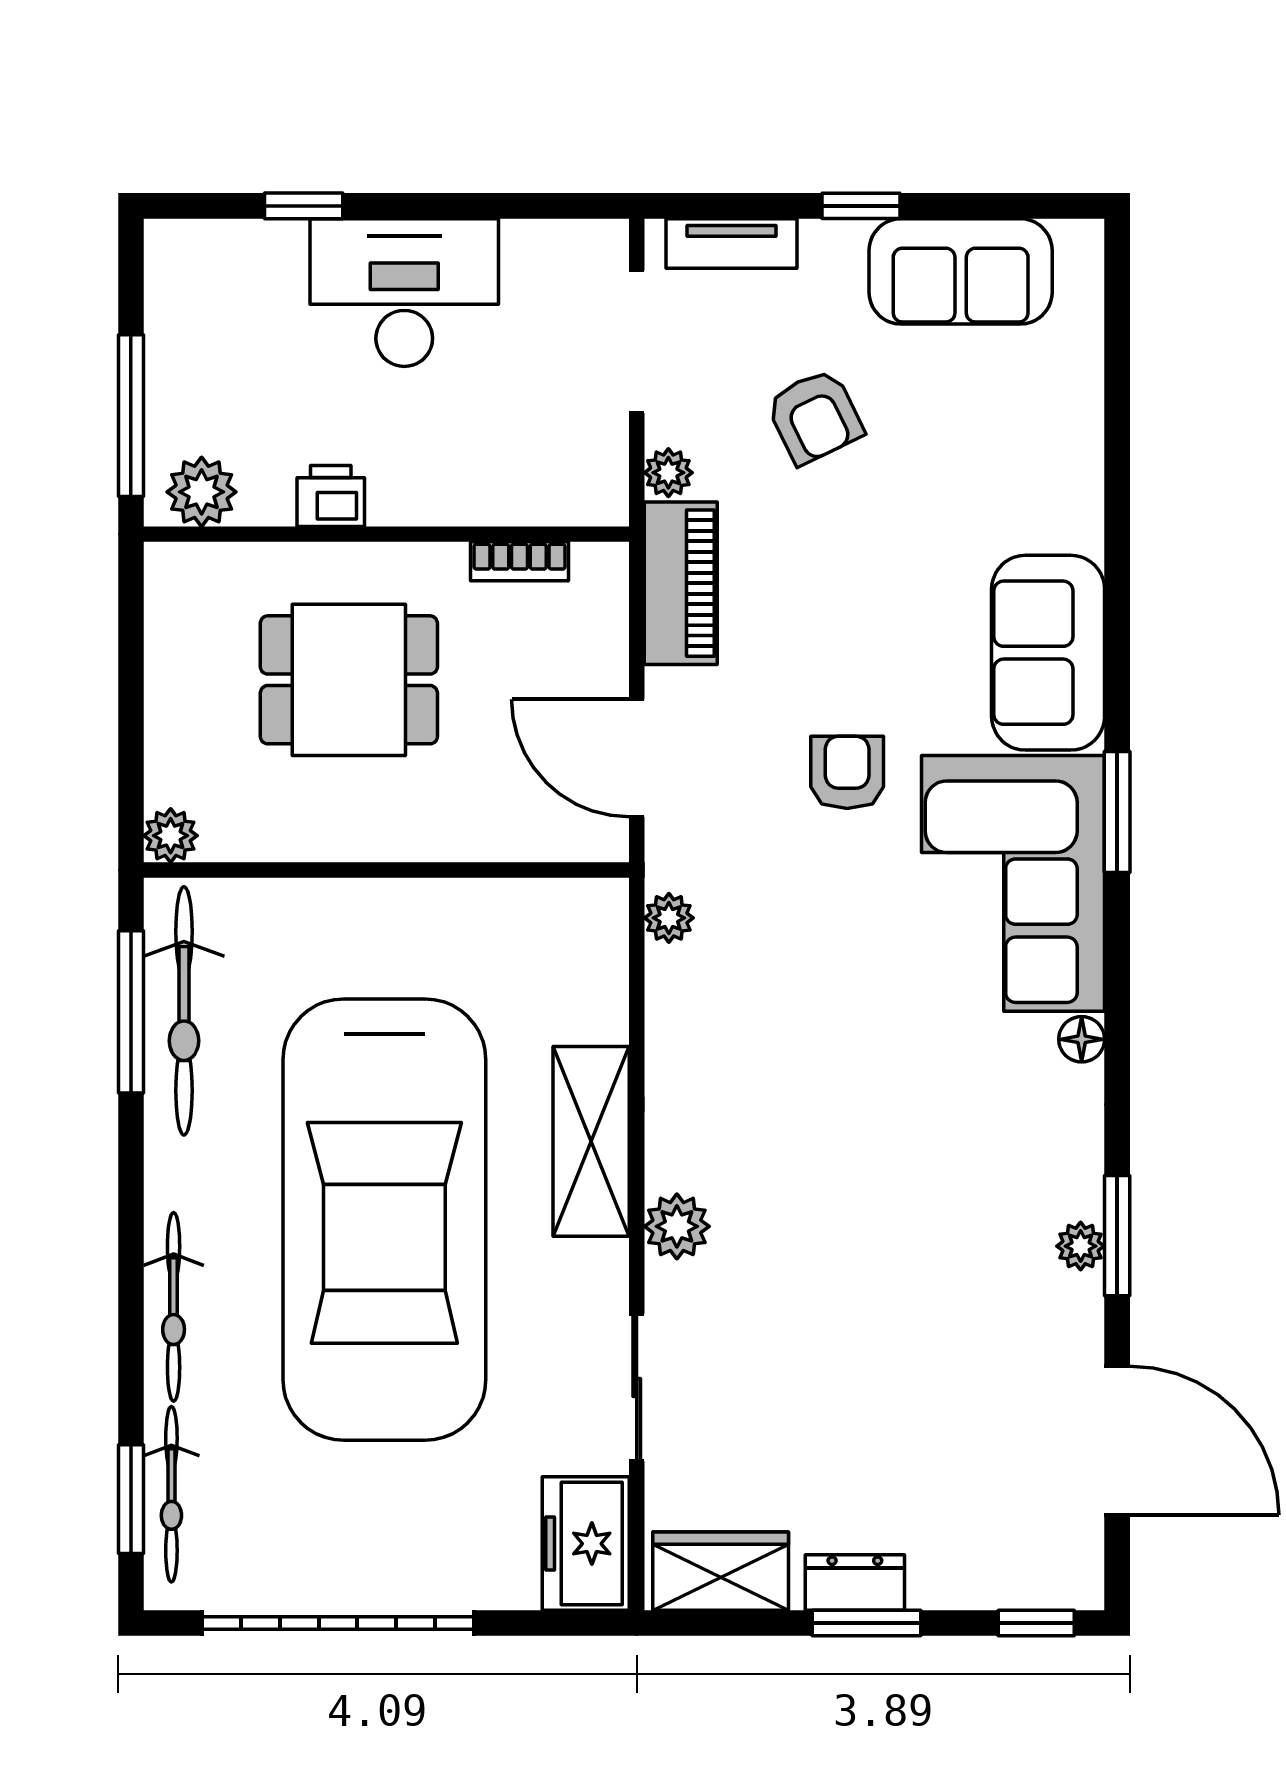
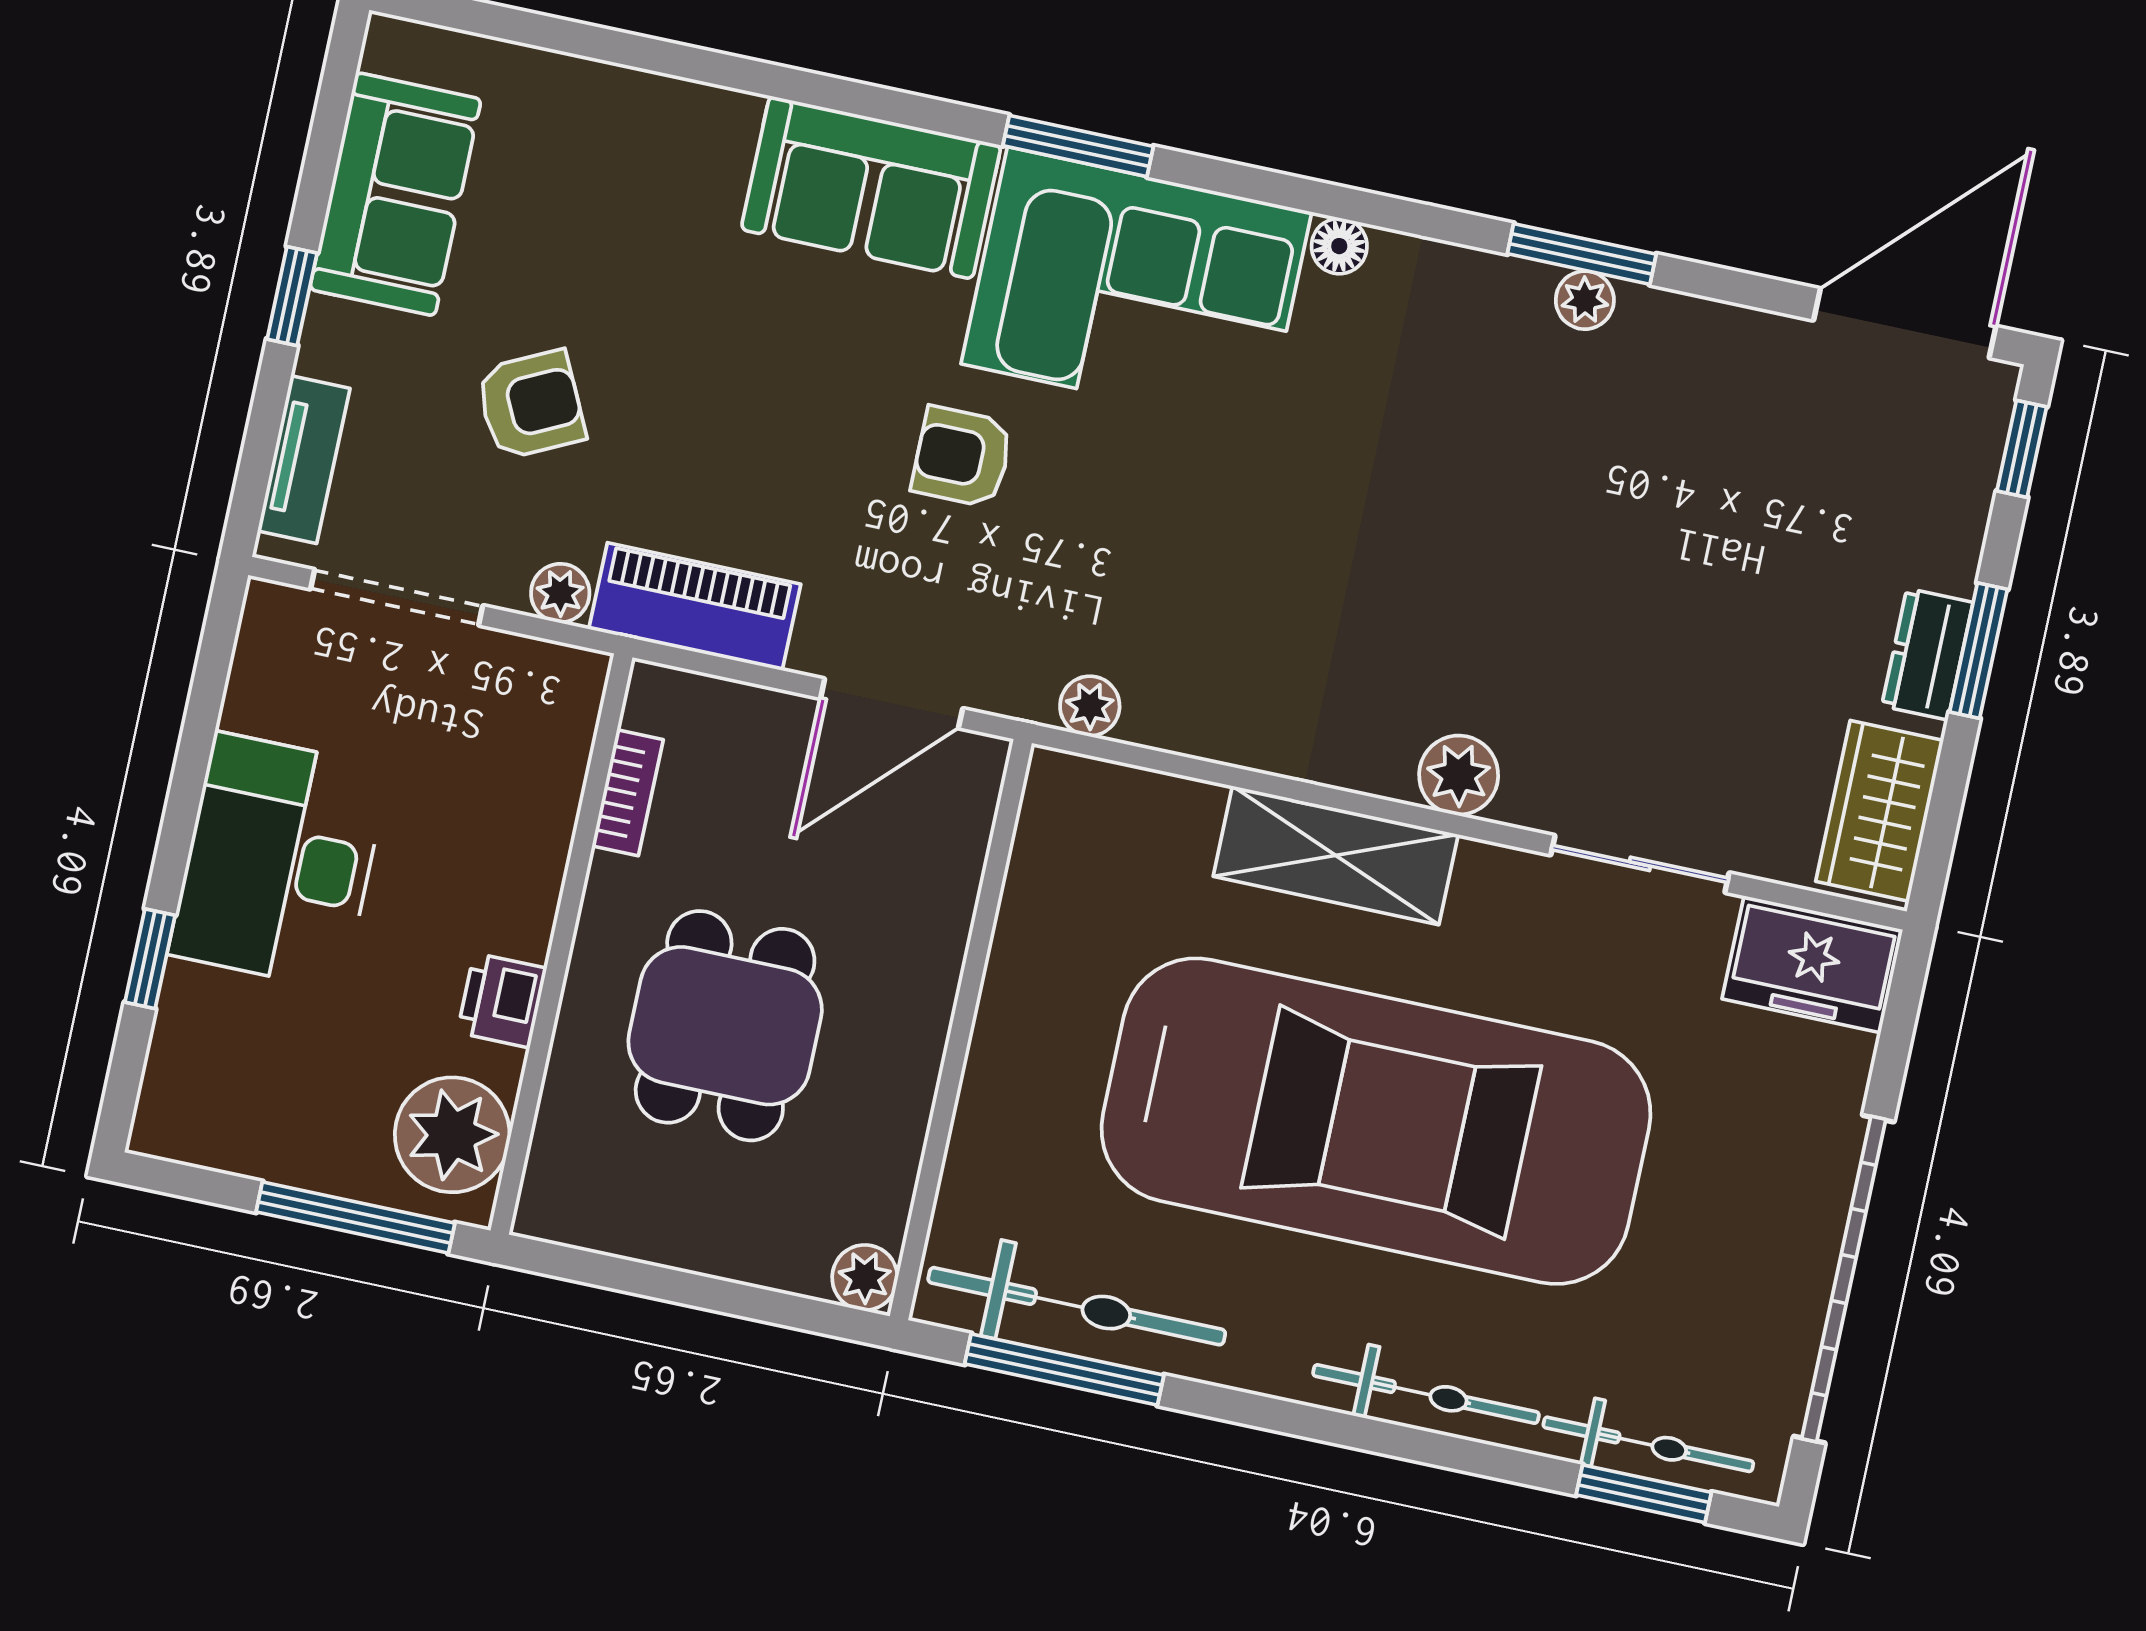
plant: (202, 492) -> (452, 1135), width x1.36, depth x1.36
door: (1117, 1441) -> (1905, 323), moved

